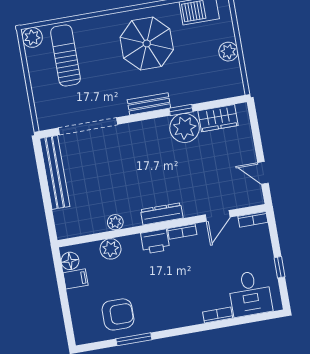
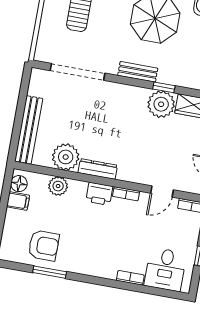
bench: (55, 172) -> (29, 130), moved
dresser: (162, 214) -> (98, 169), moved
plant: (115, 222) -> (66, 157), width x1.87, depth x1.87

